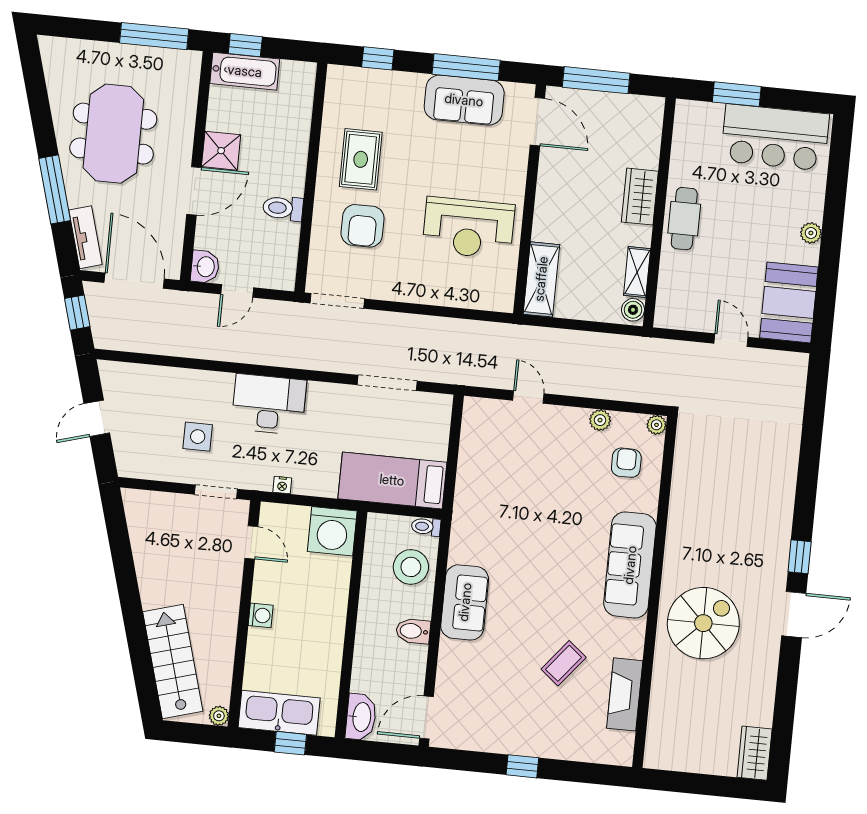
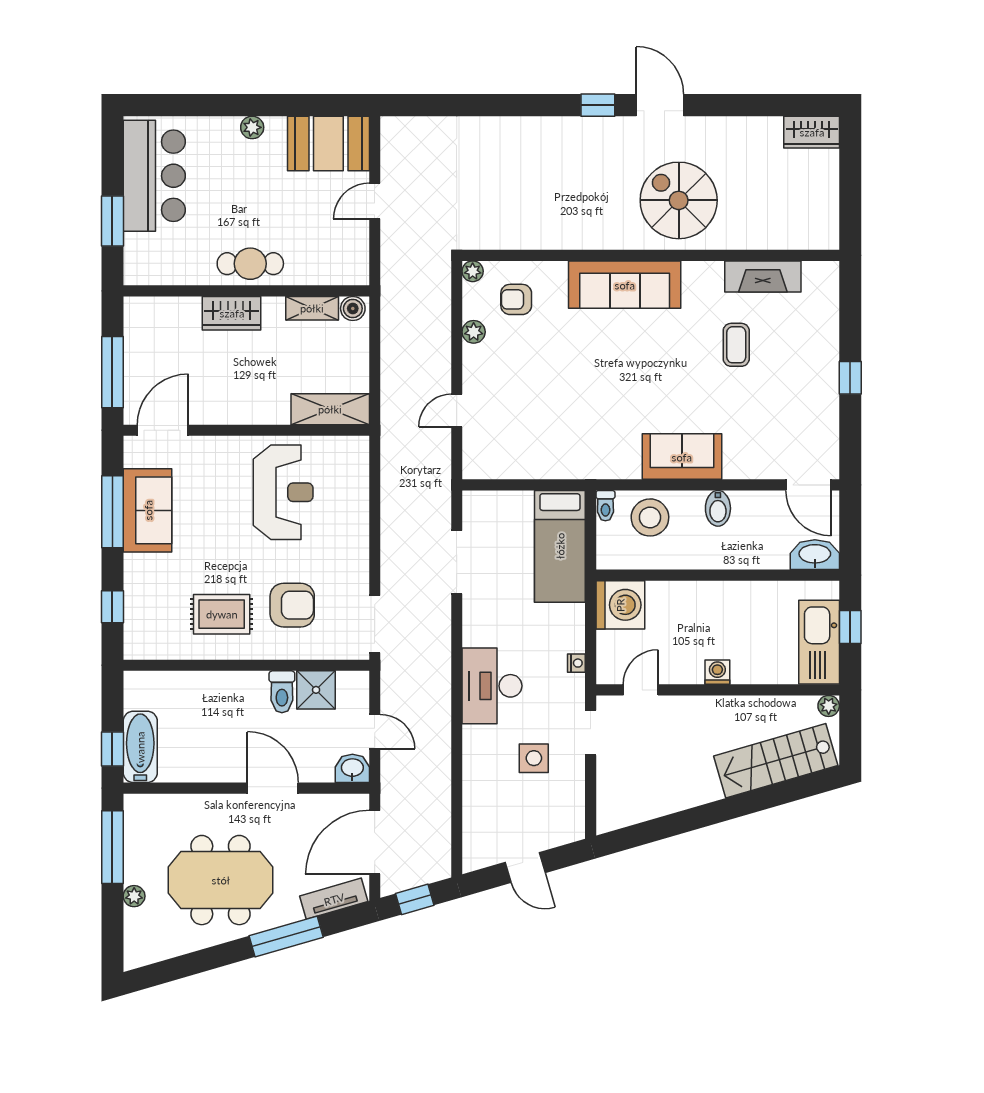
plant: (106, 52) -> (134, 896), added
shower: (221, 151) -> (316, 690), moved
coffee table: (564, 663) -> (736, 345), turned 51

